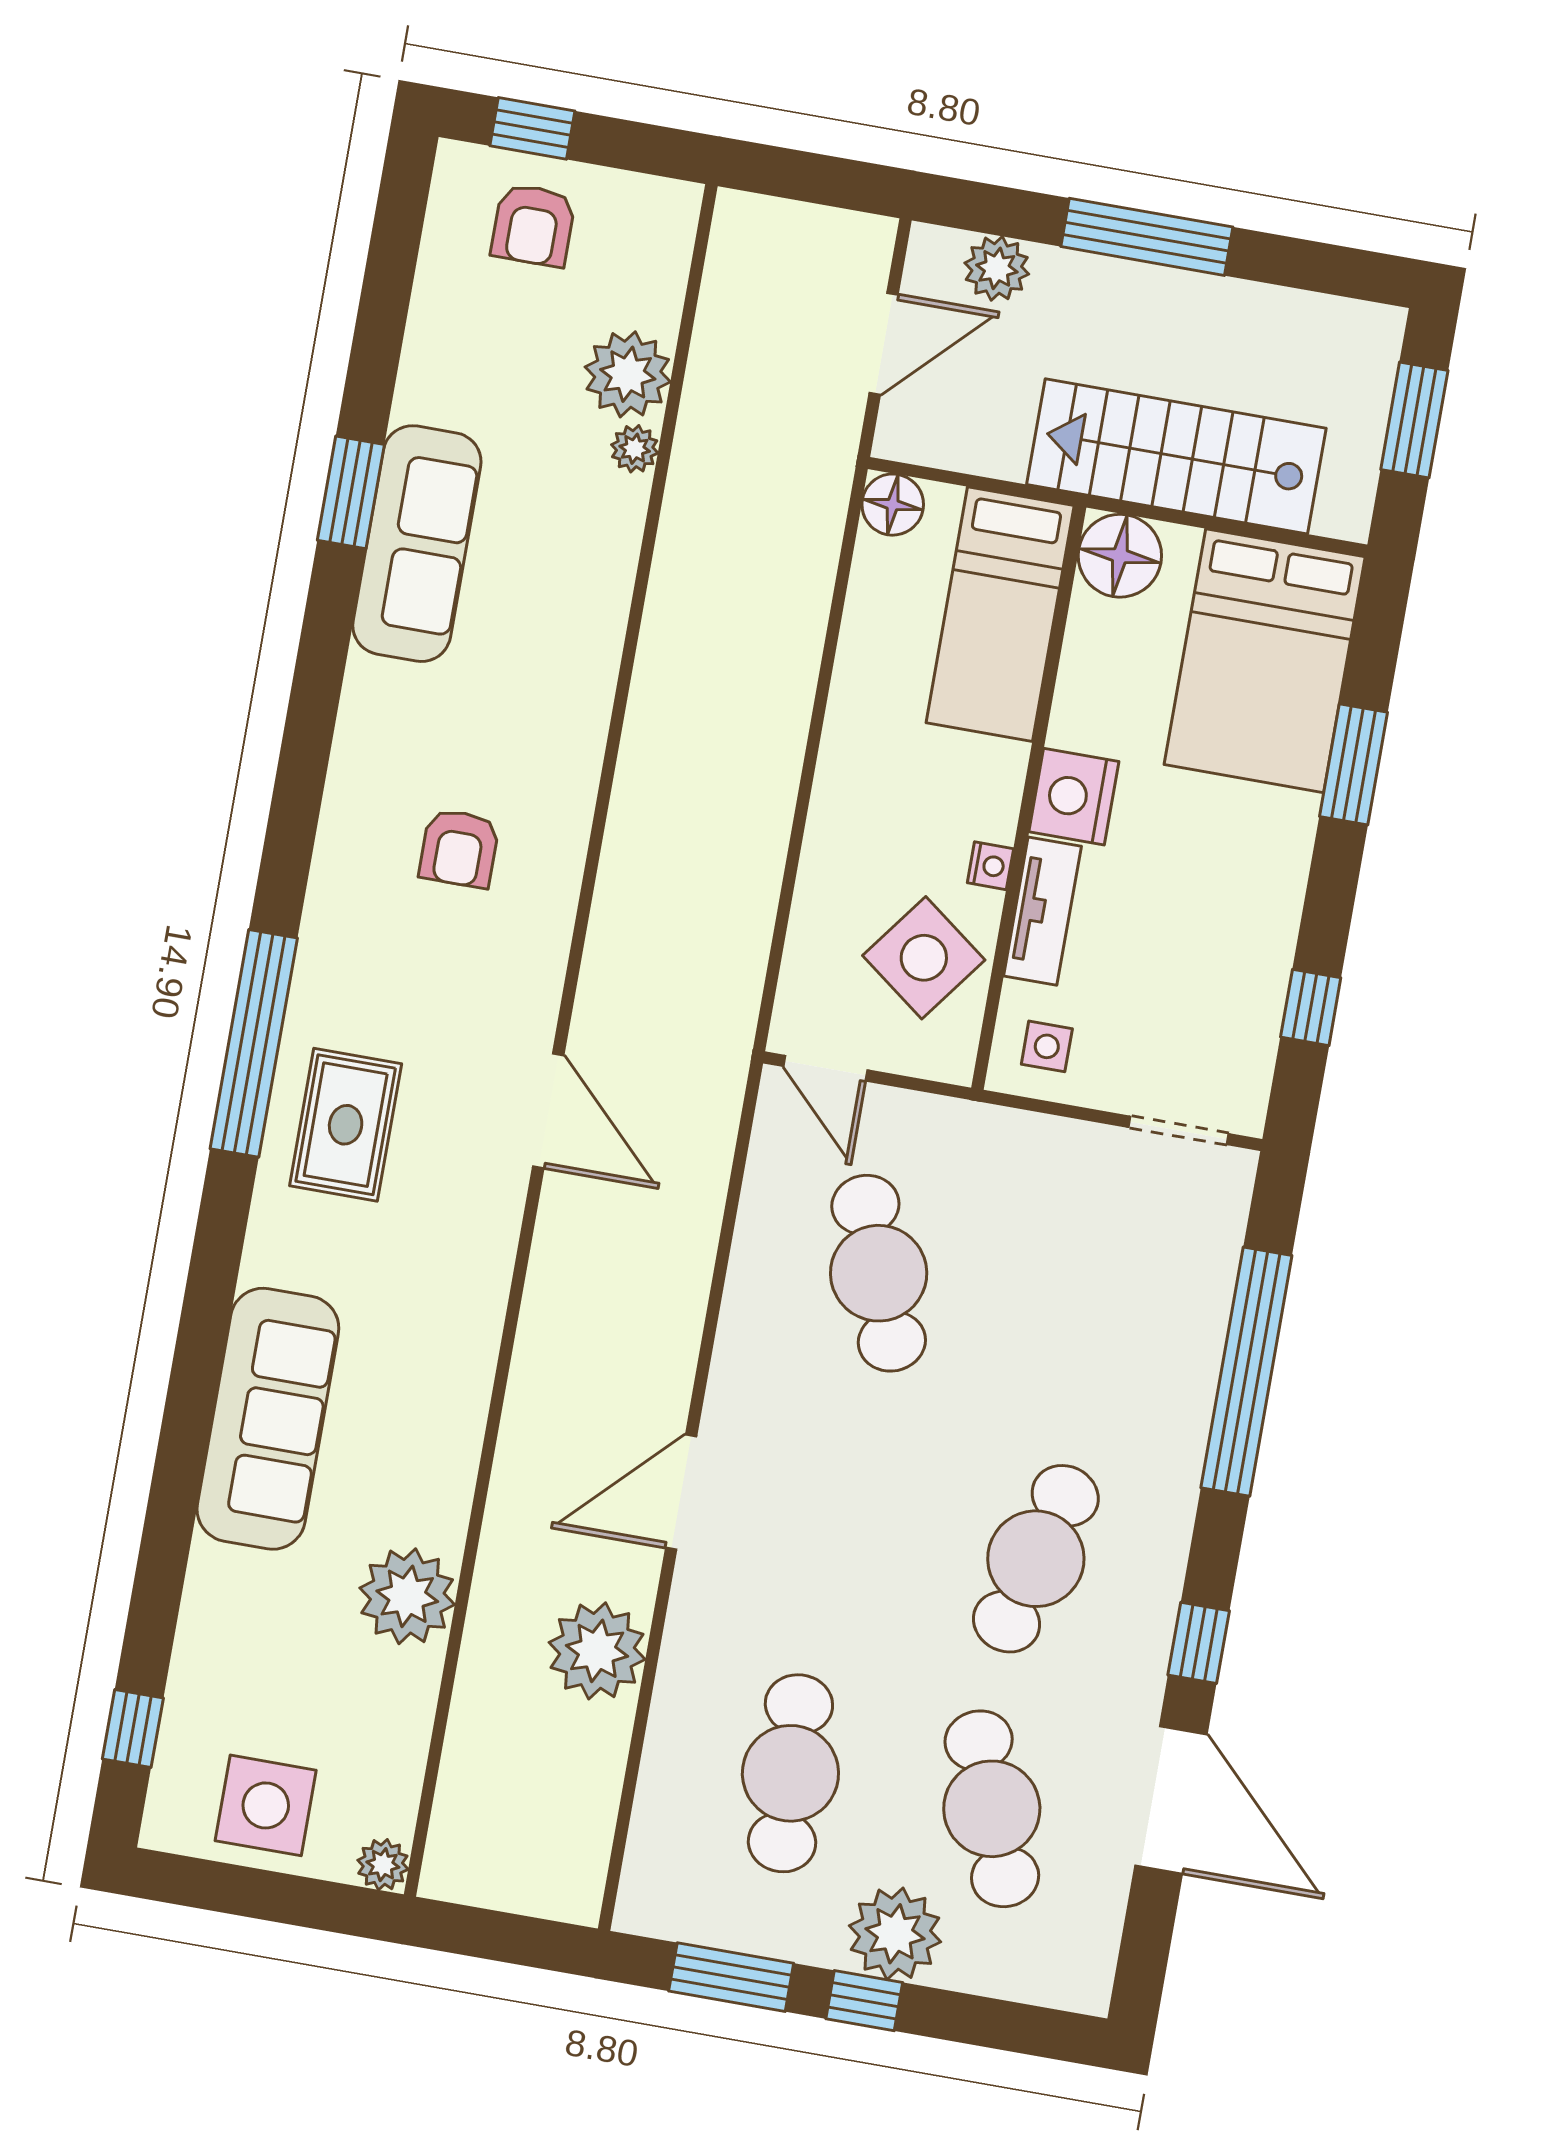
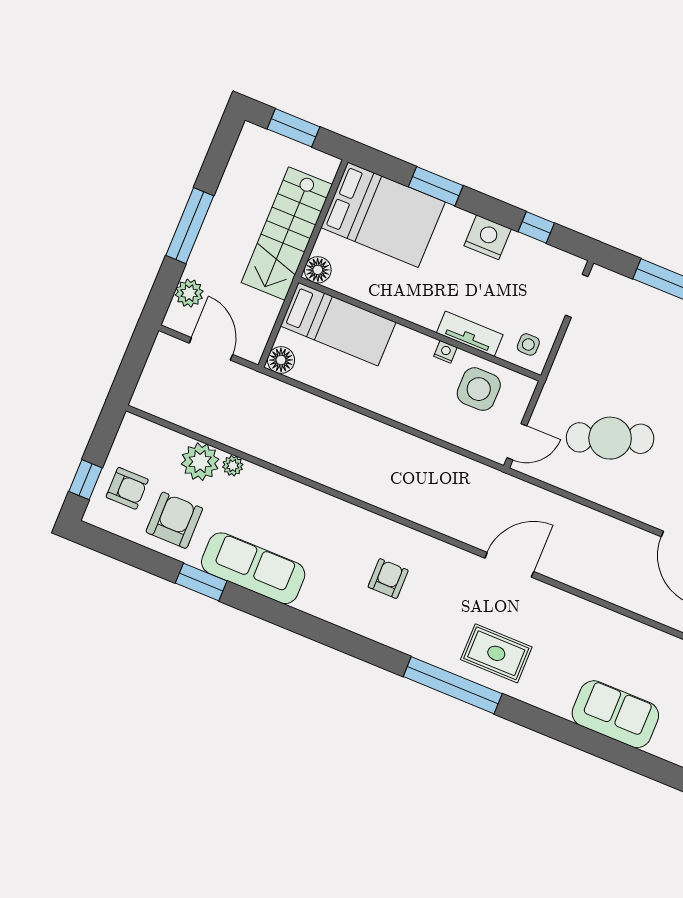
armchair: (485, 345) -> (174, 520), added
window: (351, 492) -> (201, 582), moved
floor lamp: (1120, 556) -> (318, 270), width x0.73, depth x0.73
nightstand: (1074, 797) -> (488, 237), moved, turned 180
armchair: (459, 848) -> (388, 579), turned -90
side table: (924, 958) -> (479, 389), turned -37
sofa: (268, 1419) -> (615, 714), width x0.73

